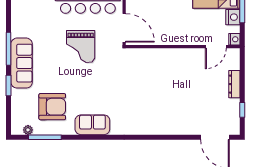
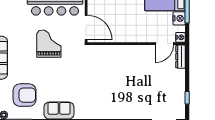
grand piano: (81, 47) -> (49, 44), turned 180
dresser: (234, 84) -> (181, 57), moved

